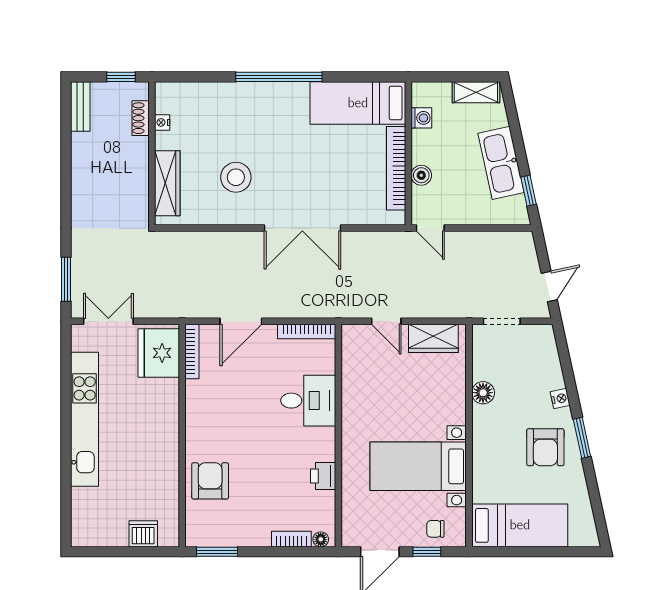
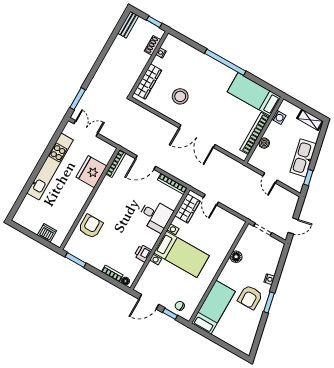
door: (430, 228) -> (270, 178), moved
wardrobe: (433, 338) -> (188, 208), moved, turned -90
fridge: (159, 353) -> (91, 172), moved
bed with nightstands: (418, 466) -> (182, 254), moved, turned 180
bed: (520, 525) -> (213, 307), moved, turned -90

